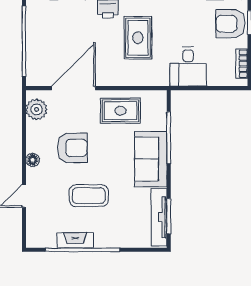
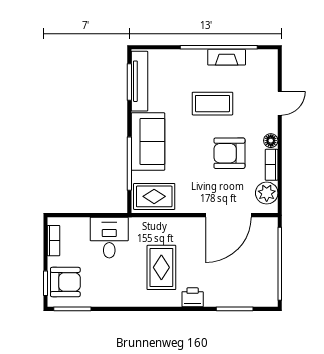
rug: (120, 111) -> (154, 196), moved
bookcase: (32, 137) -> (272, 165), added

